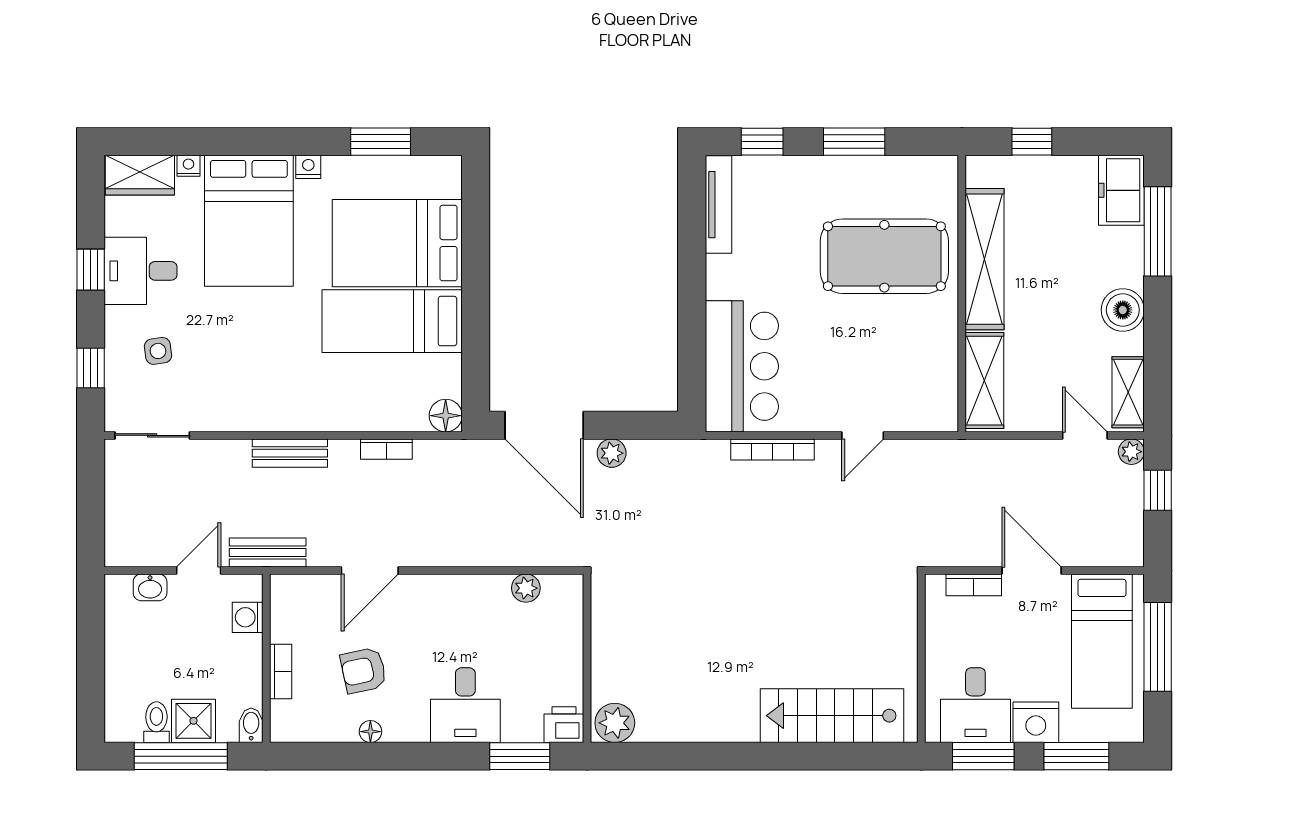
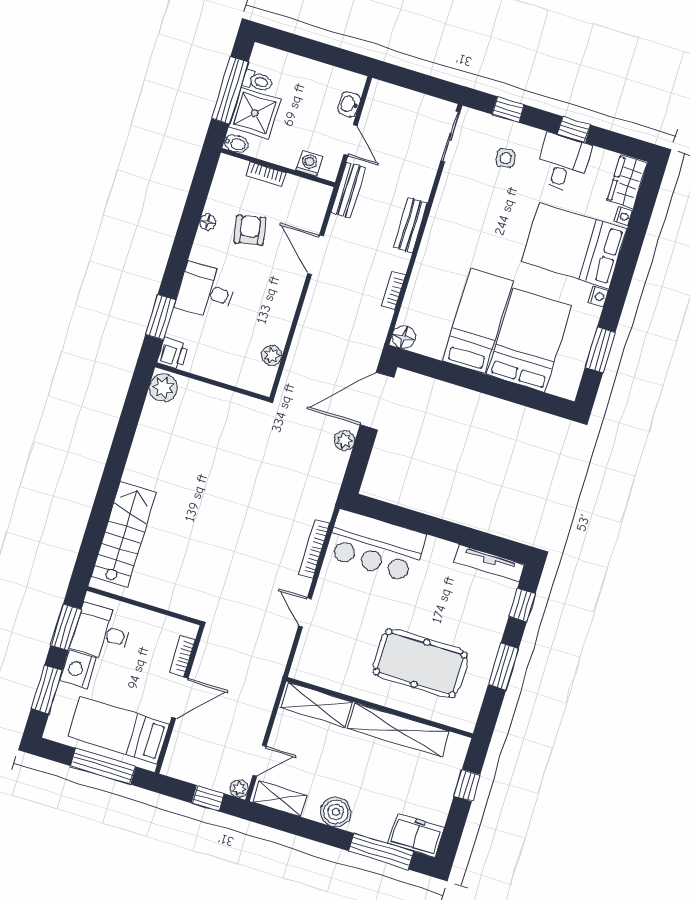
pool table: (884, 256) -> (420, 663), turned 90
shower: (194, 721) -> (255, 113), width x1.36, depth x1.36

